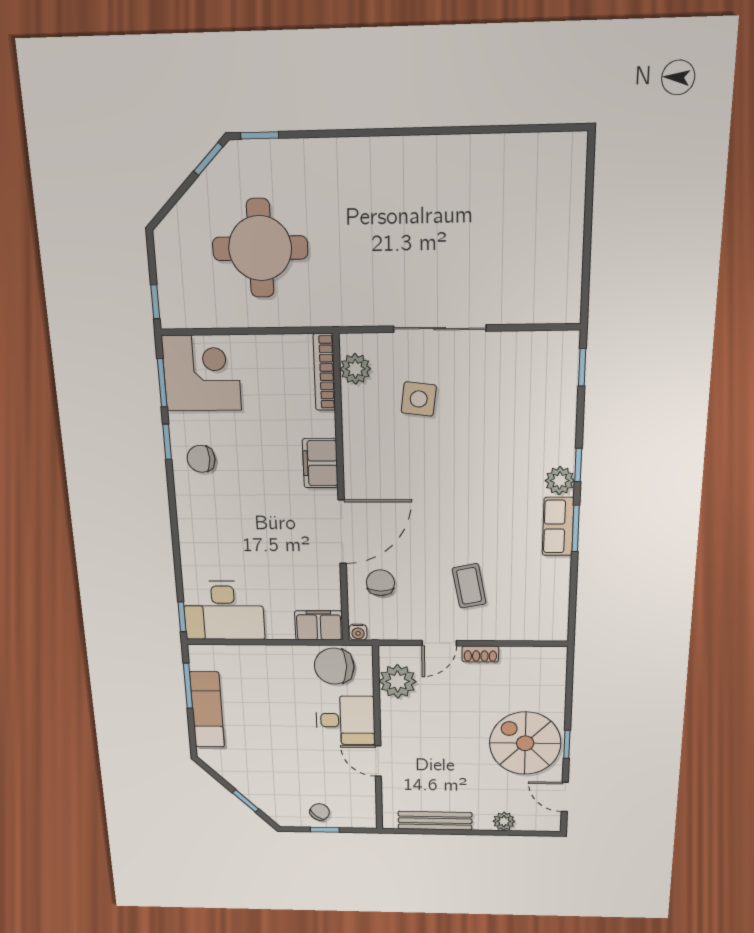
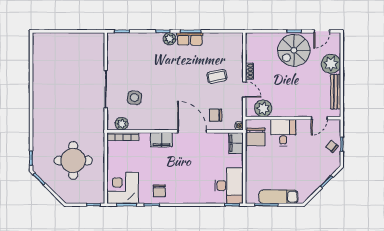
door: (378, 761) -> (319, 118), moved
plant: (504, 821) -> (331, 64), width x1.88, depth x1.88

